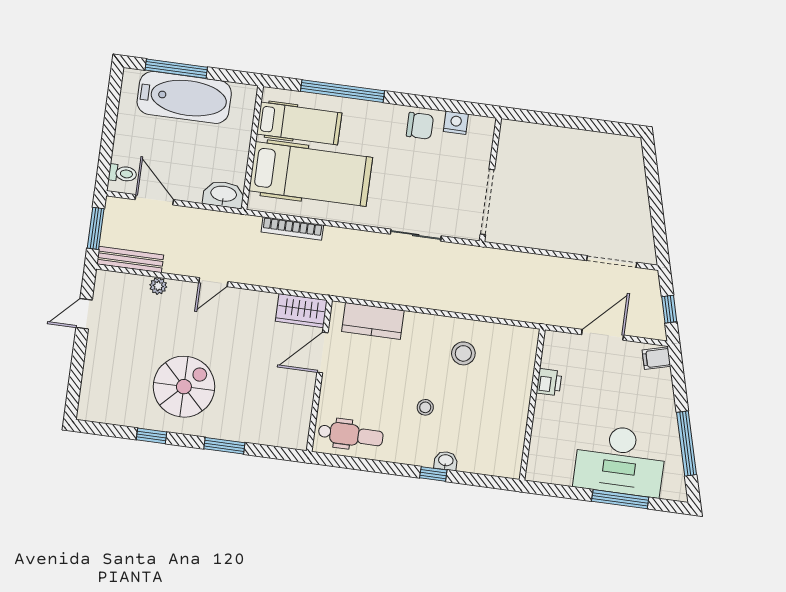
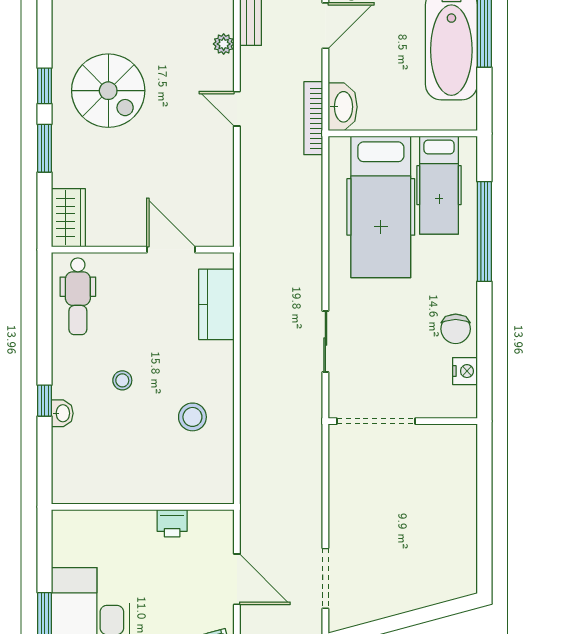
bookcase: (292, 229) -> (313, 118), moved
wardrobe: (301, 311) -> (68, 218), moved, turned 180
window: (151, 436) -> (45, 86), moved

